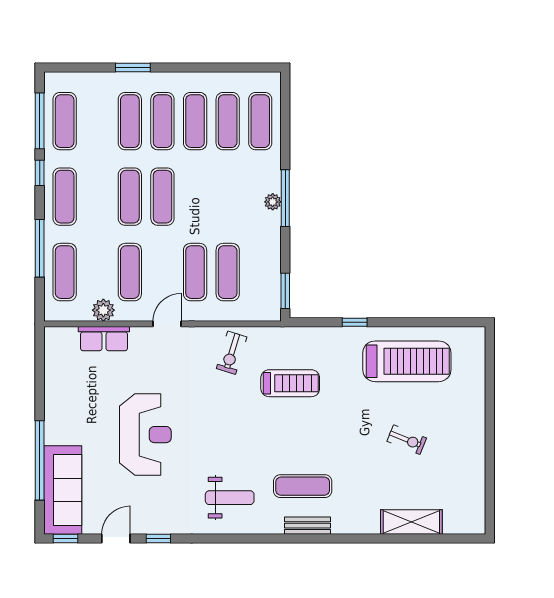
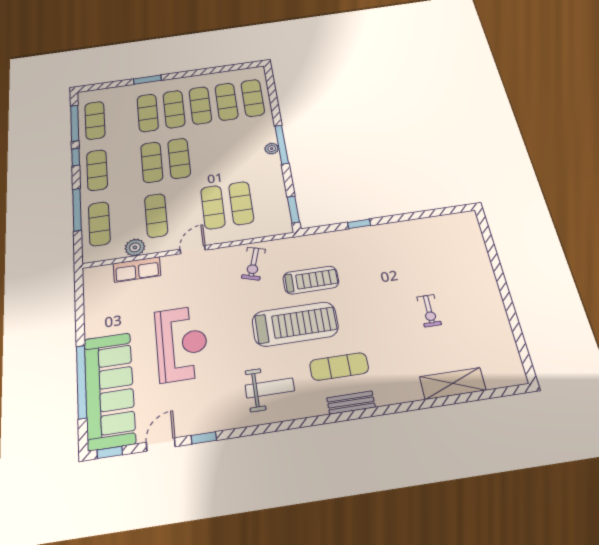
treadmill: (407, 361) -> (295, 324), moved
exercise bike: (407, 440) -> (429, 311), turned 68
sofa: (63, 490) -> (109, 390), width x1.36, depth x1.27

